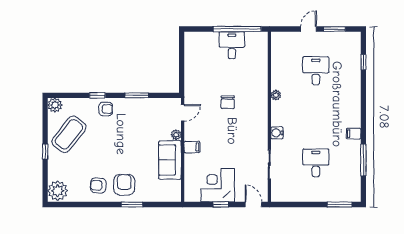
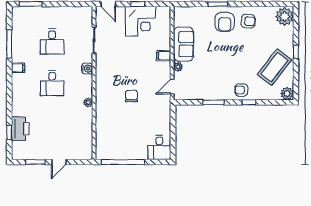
desk: (232, 45) -> (159, 147), moved
printer: (351, 66) -> (20, 129), added
desk: (316, 71) -> (52, 83), moved

